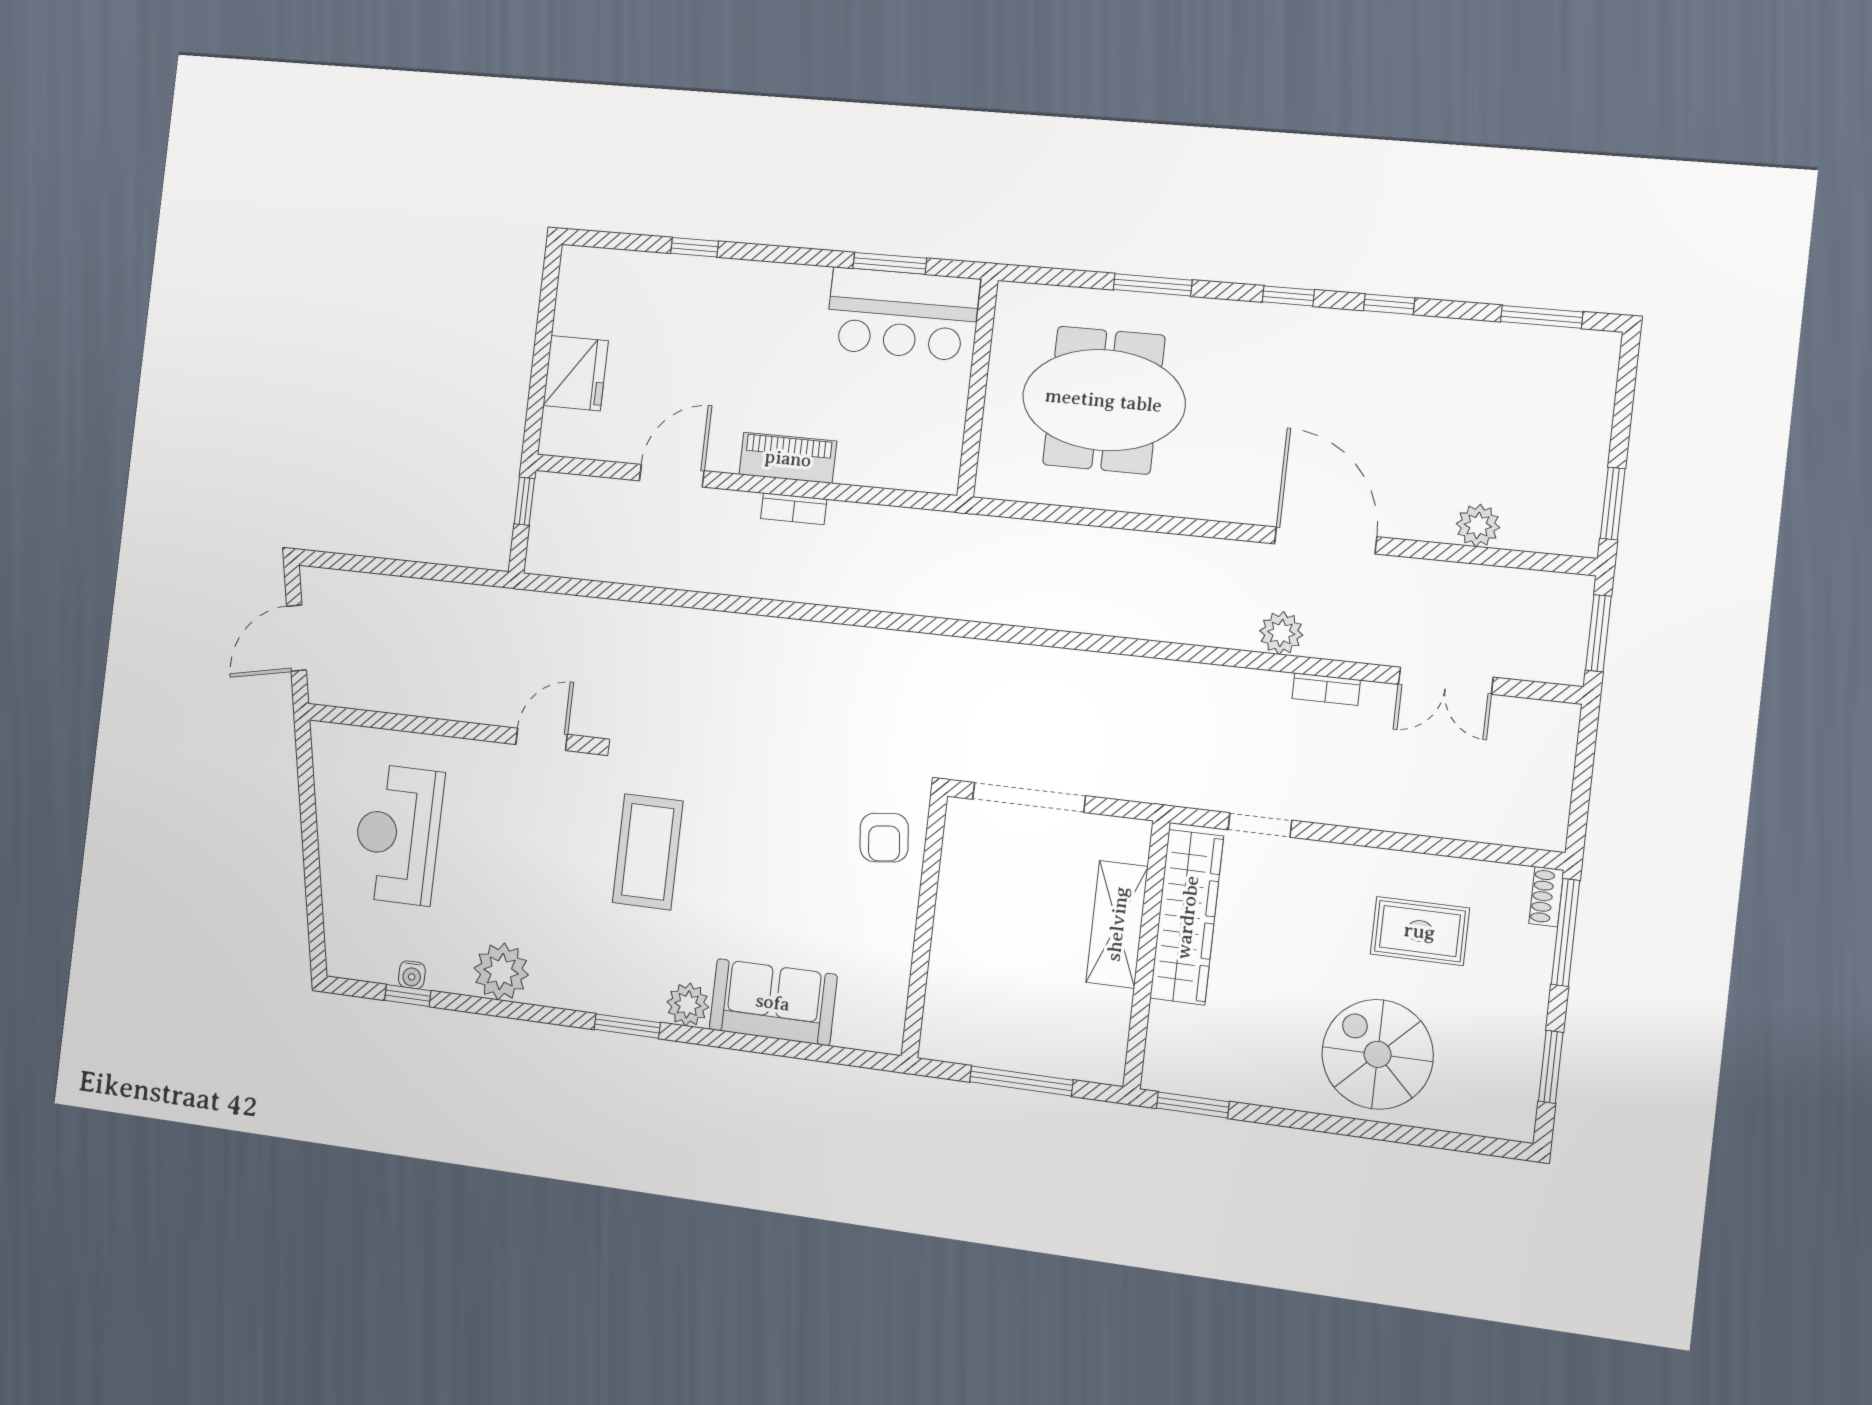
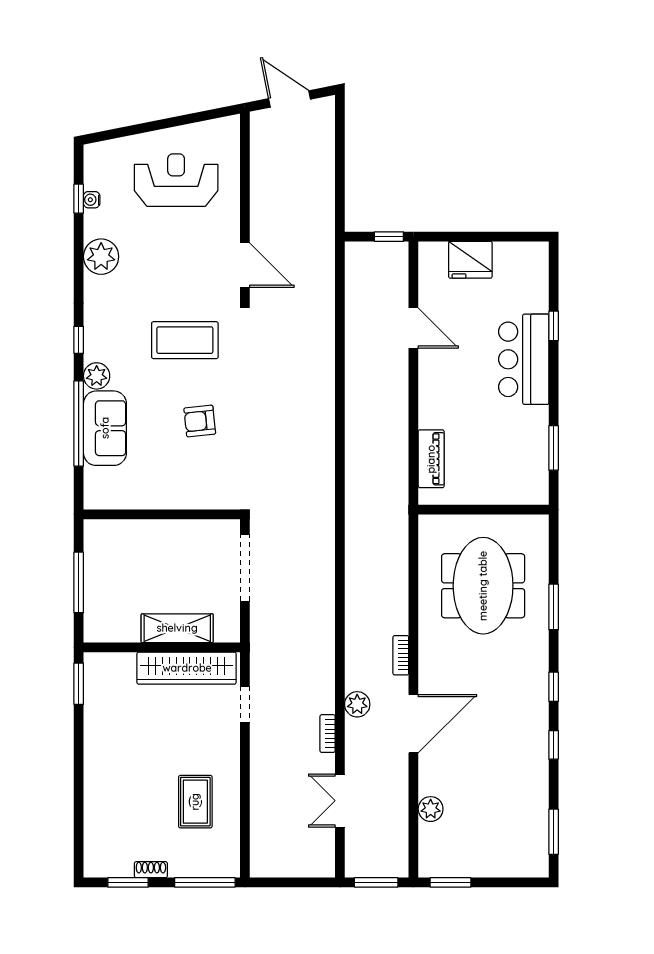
bar counter: (902, 314) -> (524, 359), moved
piano: (788, 458) -> (431, 459), moved
bookcase: (794, 509) -> (401, 655), moved
door: (542, 739) -> (245, 265), width x1.38
armchair: (884, 838) -> (200, 421), moved
shoe rack: (1546, 897) -> (151, 870), moved
window: (627, 1026) -> (79, 340), width x0.67
window: (761, 1045) -> (79, 424), added
spiral stairs: (1377, 1054) -> (122, 786), removed

